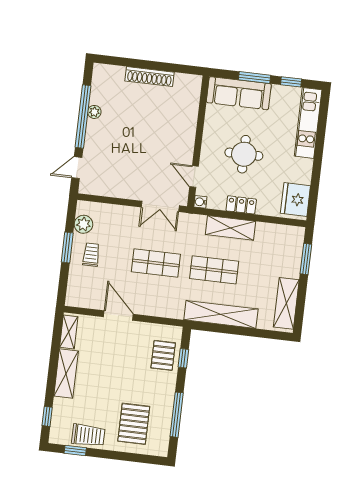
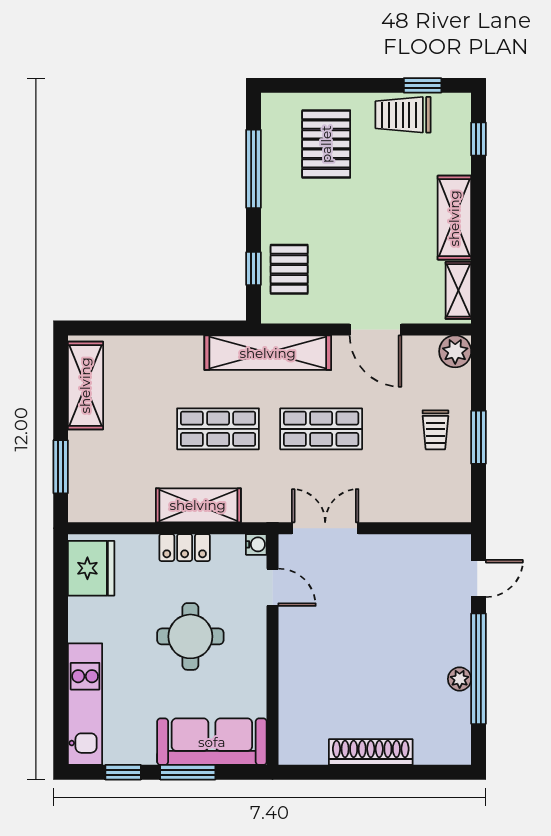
plant: (83, 224) -> (455, 351), moved
shelving: (221, 314) -> (268, 353), moved

